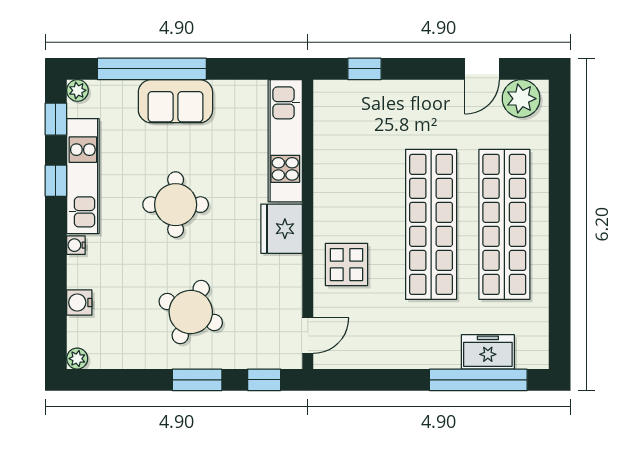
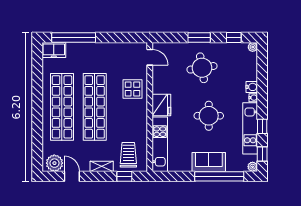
door: (482, 69) -> (72, 176), hinge flipped
shelving: (415, 91) -> (102, 166), added
trolley: (356, 117) -> (128, 155), added
water cooler: (79, 303) -> (252, 87), moved
round table: (191, 312) -> (202, 68), turned -33
door: (308, 336) -> (150, 57), swing flipped
freezer: (488, 352) -> (54, 50), moved
window: (264, 380) -> (234, 38), moved

